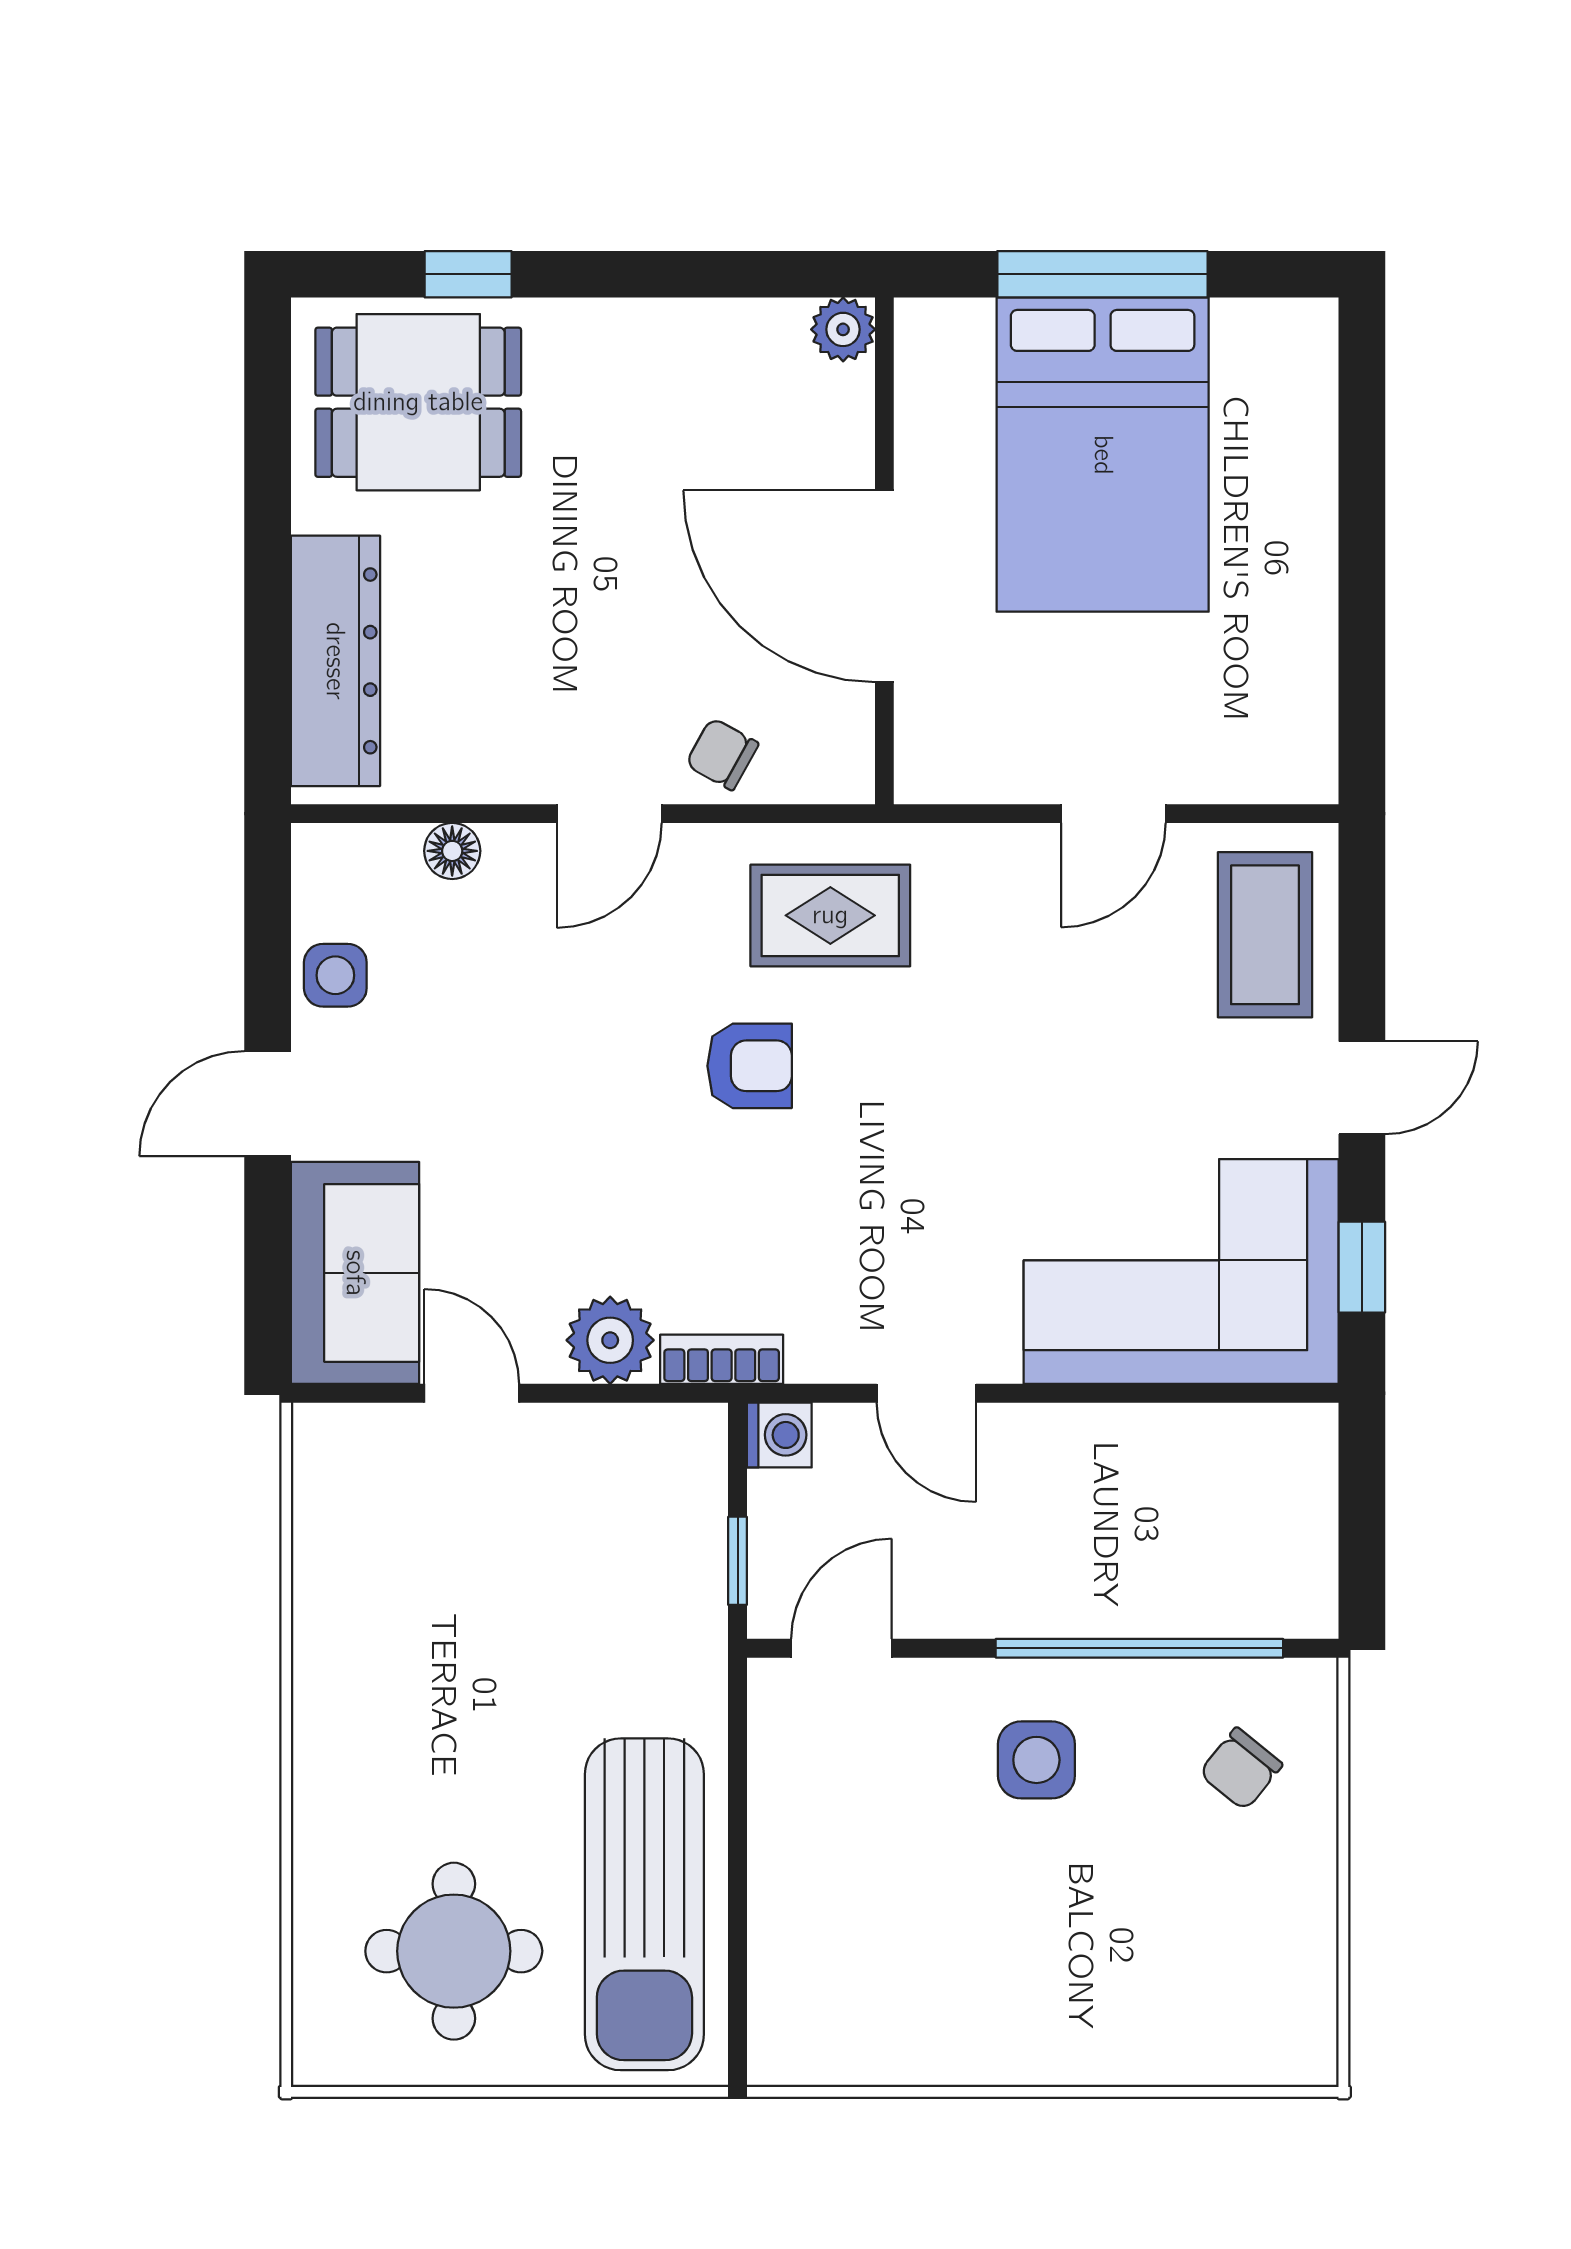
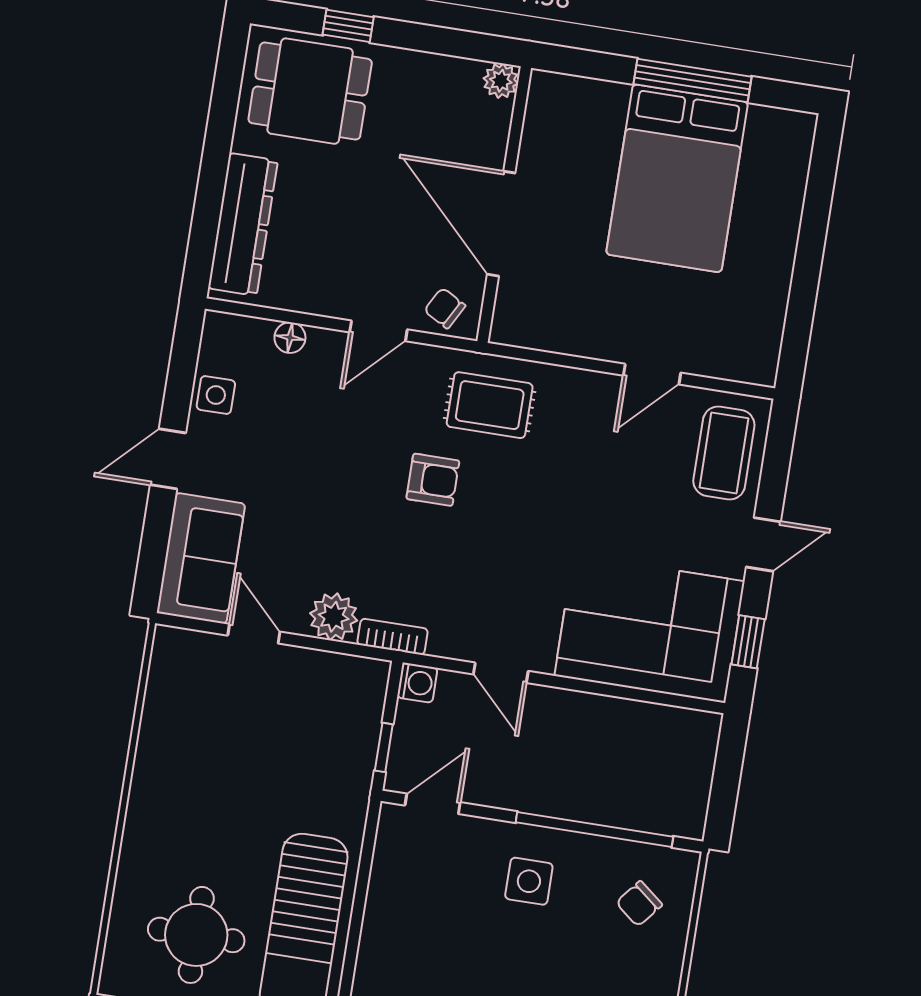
plant: (843, 329) -> (501, 81), moved
wall: (884, 551) -> (504, 205), moved
door: (884, 586) -> (501, 224), moved

